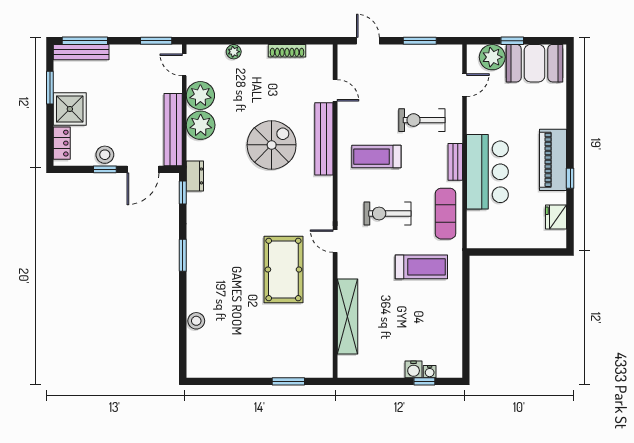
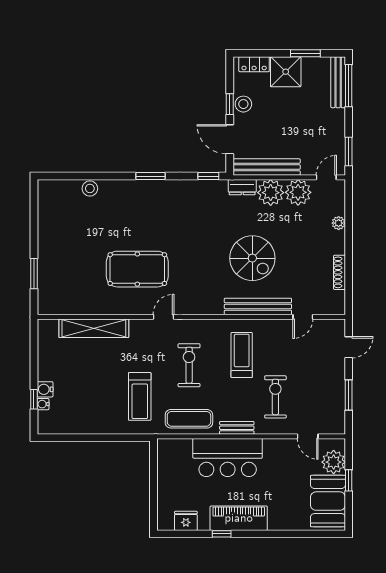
dresser: (195, 176) -> (242, 187), moved

